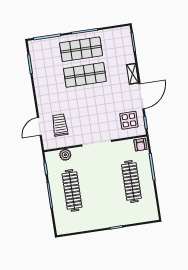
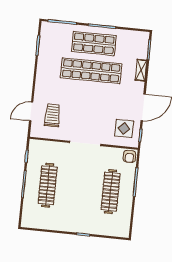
shelving: (132, 74) -> (141, 70), moved
shop shelf: (85, 75) -> (91, 71), width x1.40
plant: (65, 155) -> (50, 147), removed

